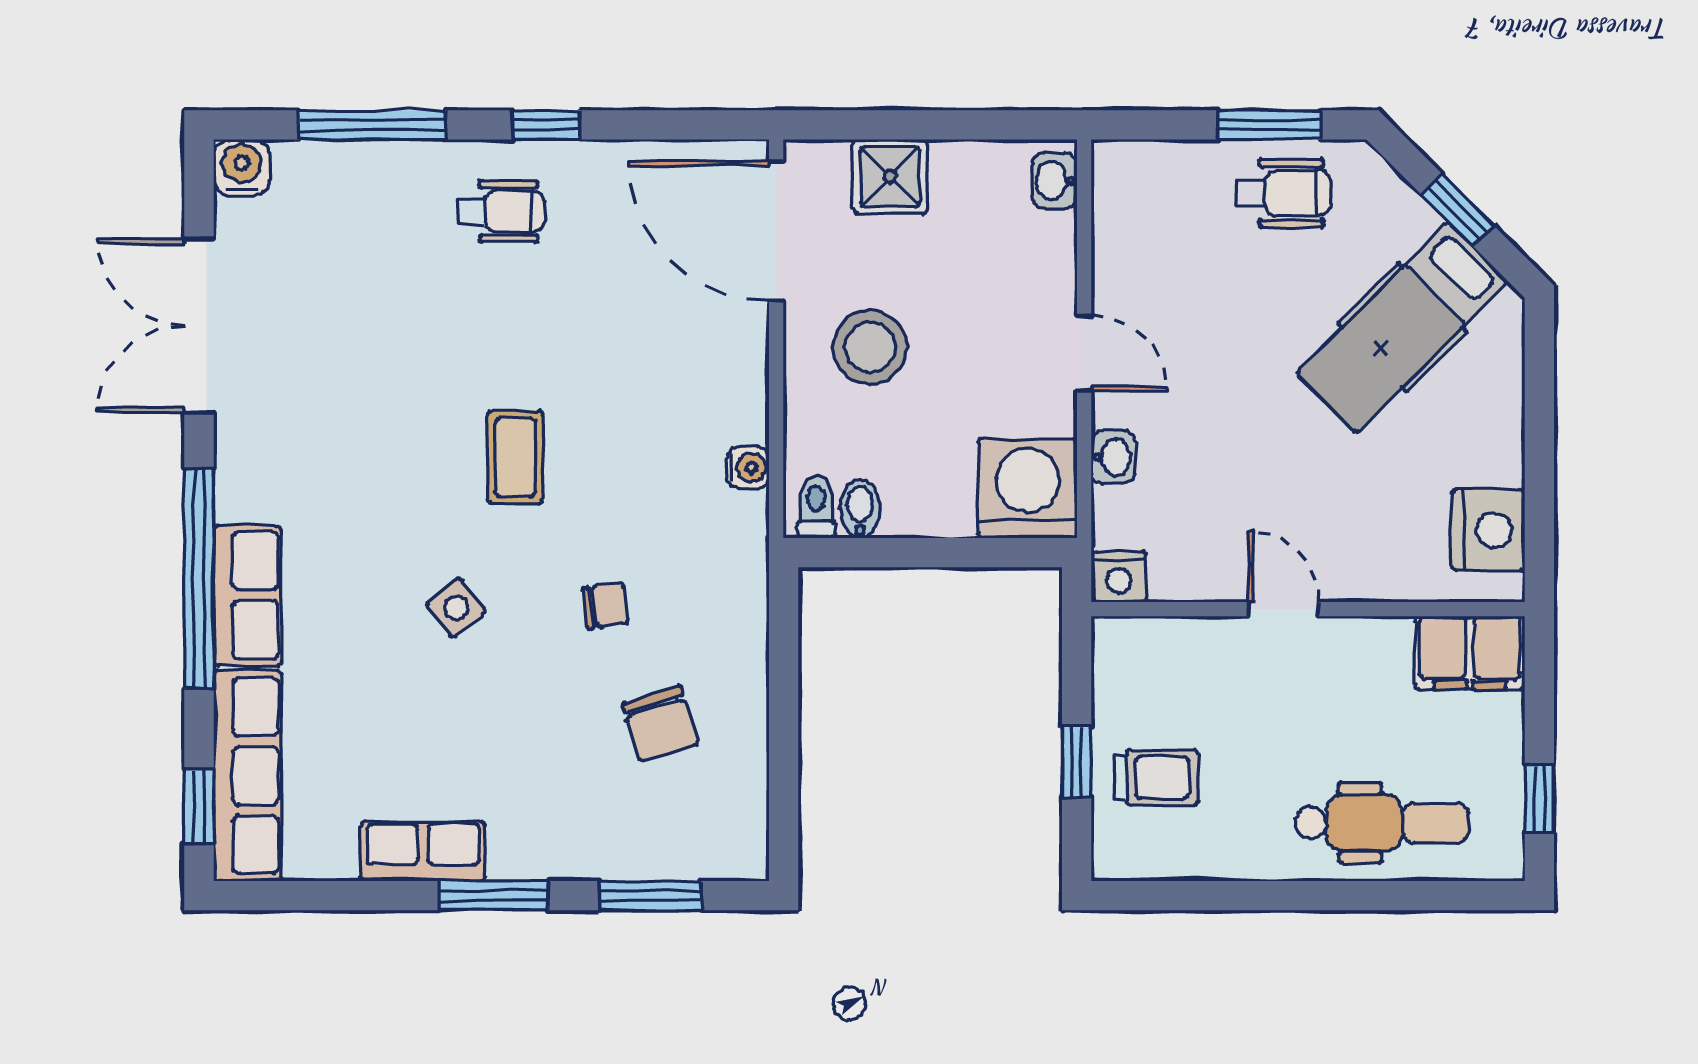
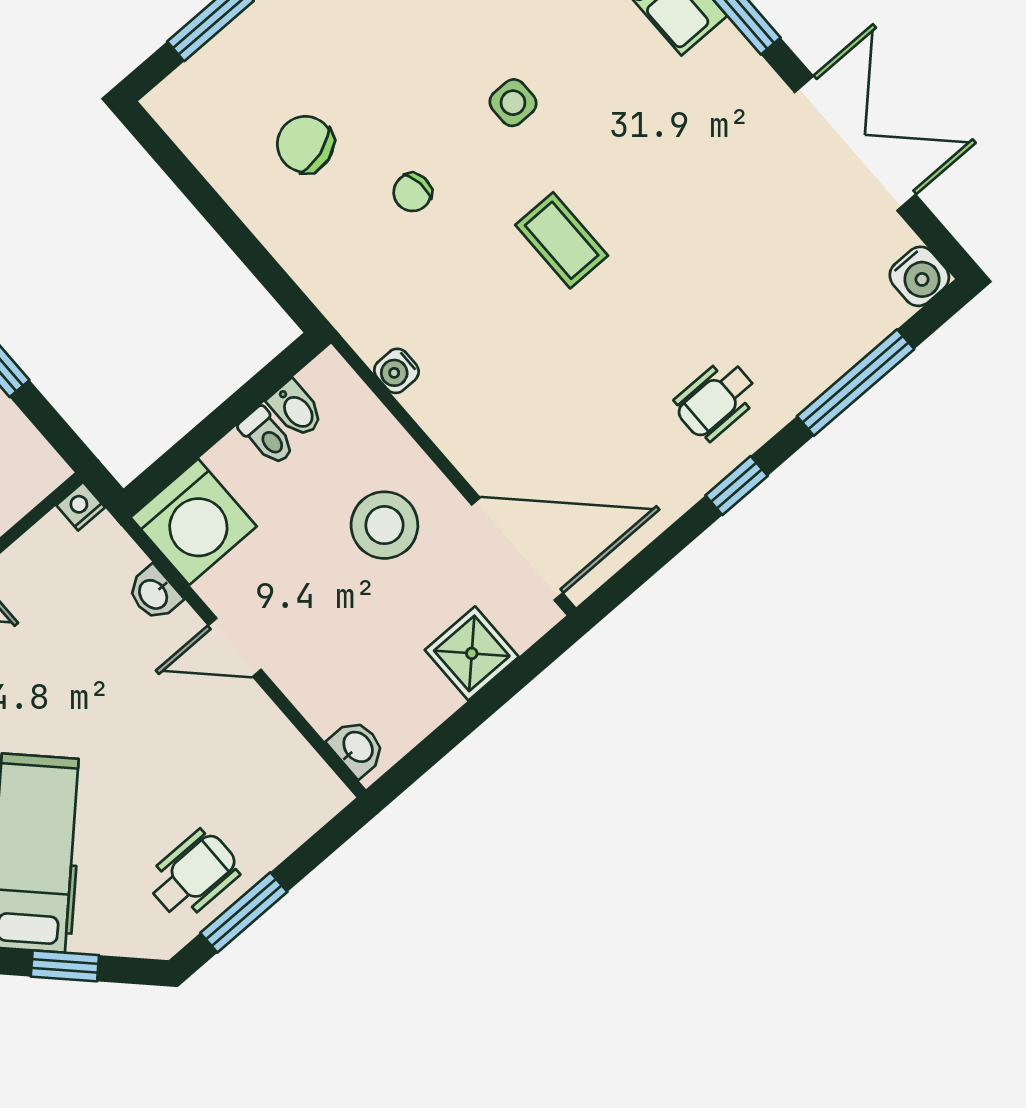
wheelchair: (1284, 193) -> (193, 875), turned 180
toilet: (816, 507) -> (267, 436), moved
nightstand: (1119, 577) -> (81, 506), width x0.72, depth x0.74
side table: (456, 608) -> (513, 103), turned 38

